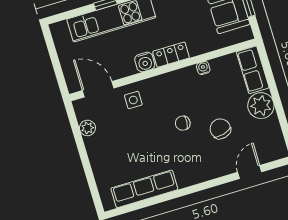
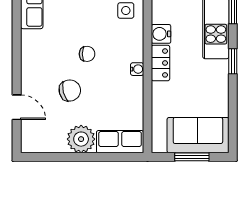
water cooler: (203, 68) -> (137, 69), moved
chair: (183, 123) -> (87, 54), turned 84

